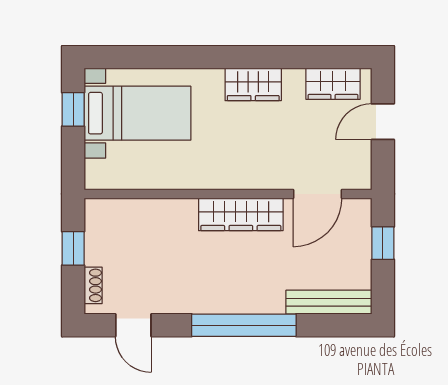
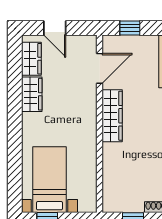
wardrobe: (253, 84) -> (32, 94), moved
door: (317, 194) -> (99, 68), hinge flipped

